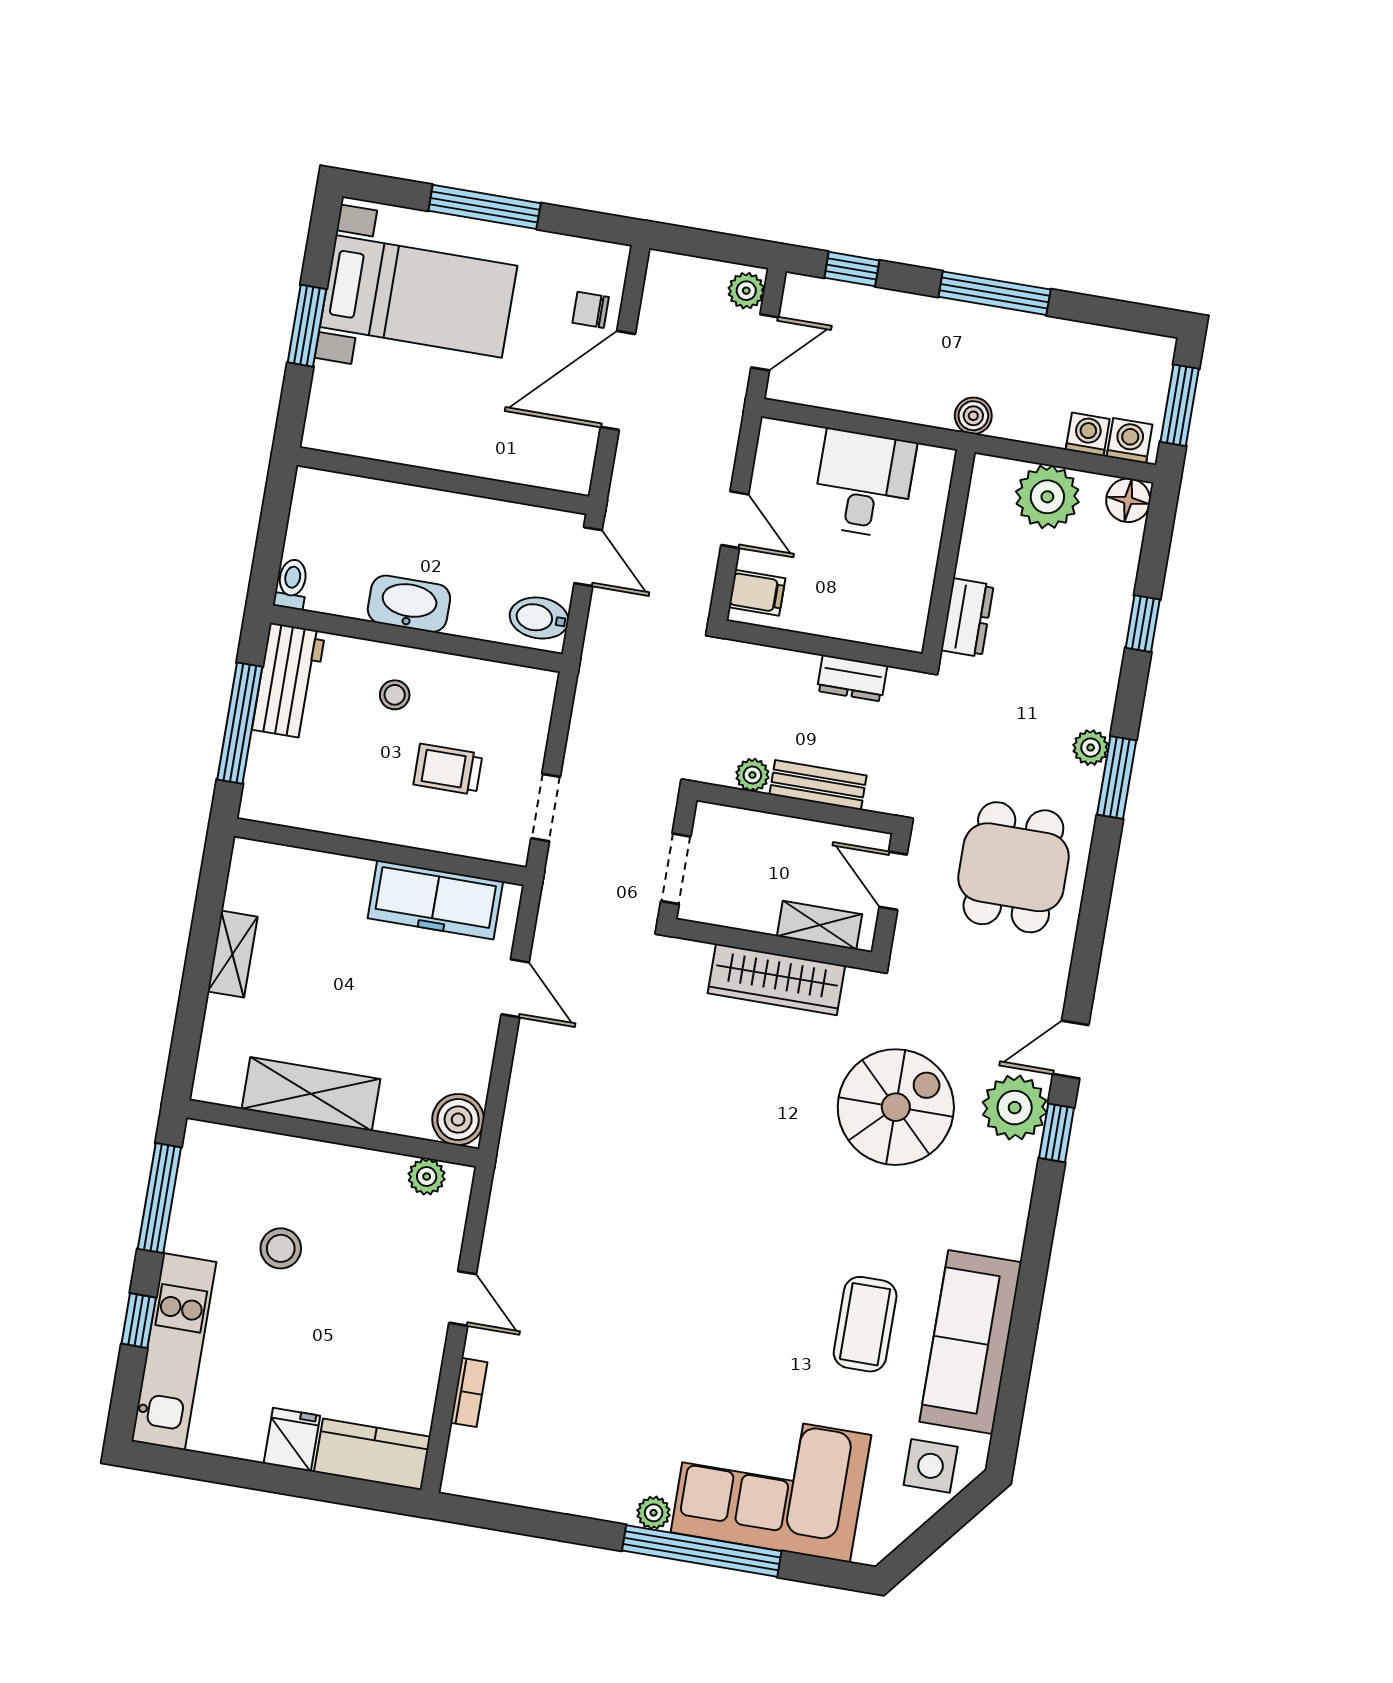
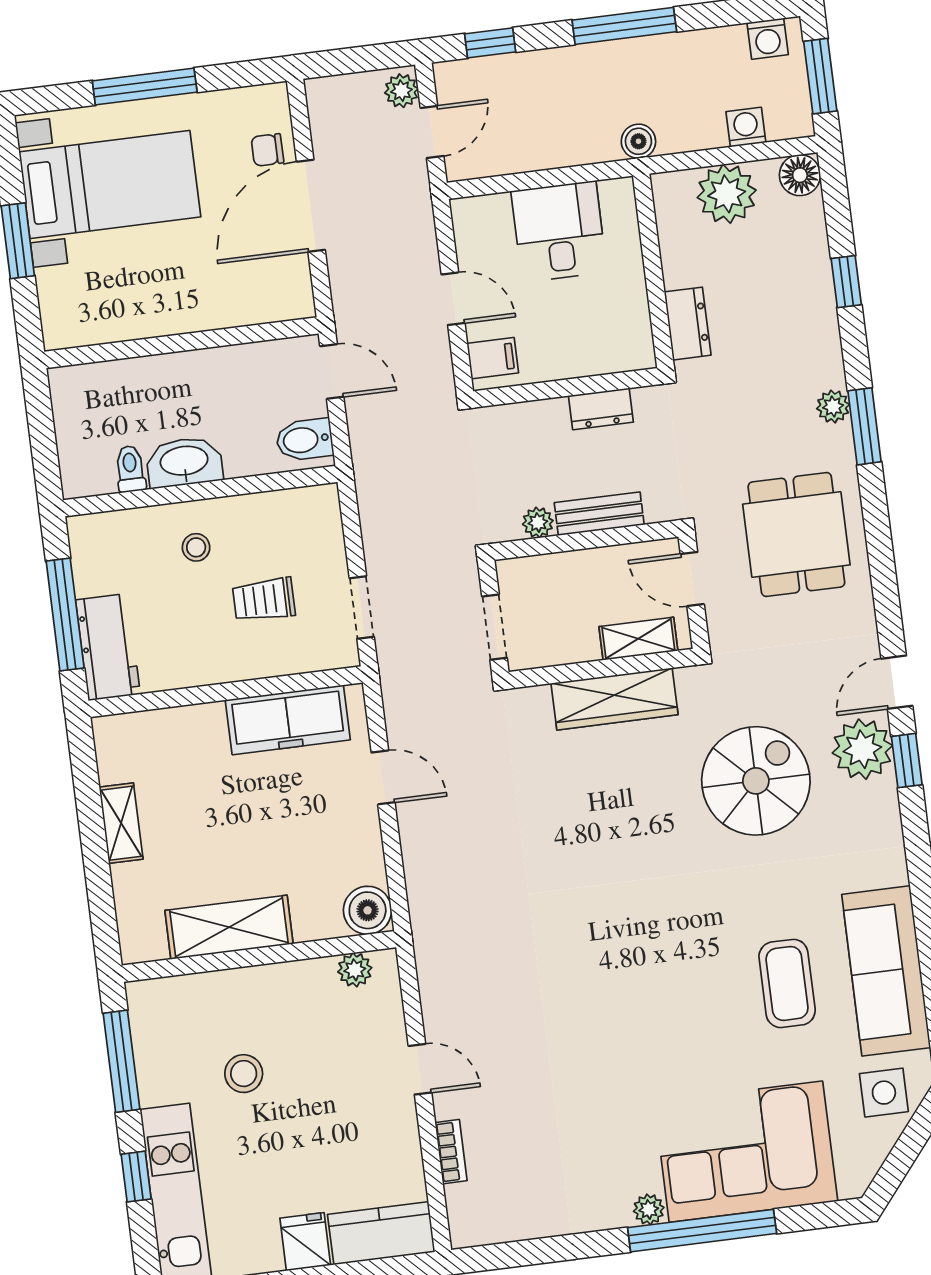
washing machine: (1130, 441) -> (768, 39), moved, turned 180
toilet: (292, 584) -> (130, 469), moved
workbench: (289, 681) -> (108, 647), moved

